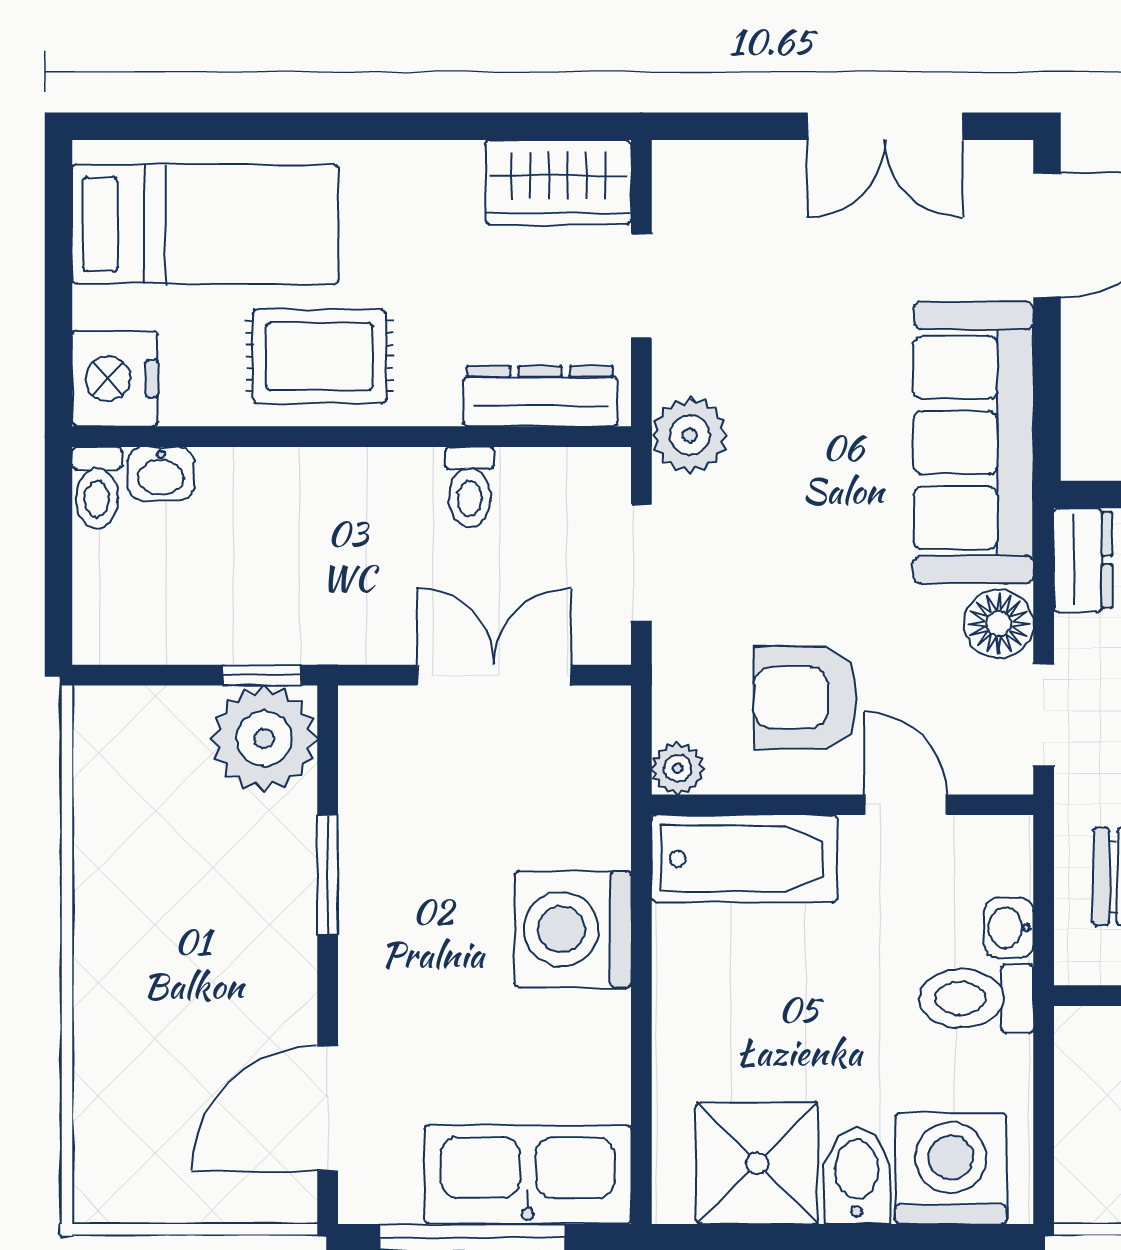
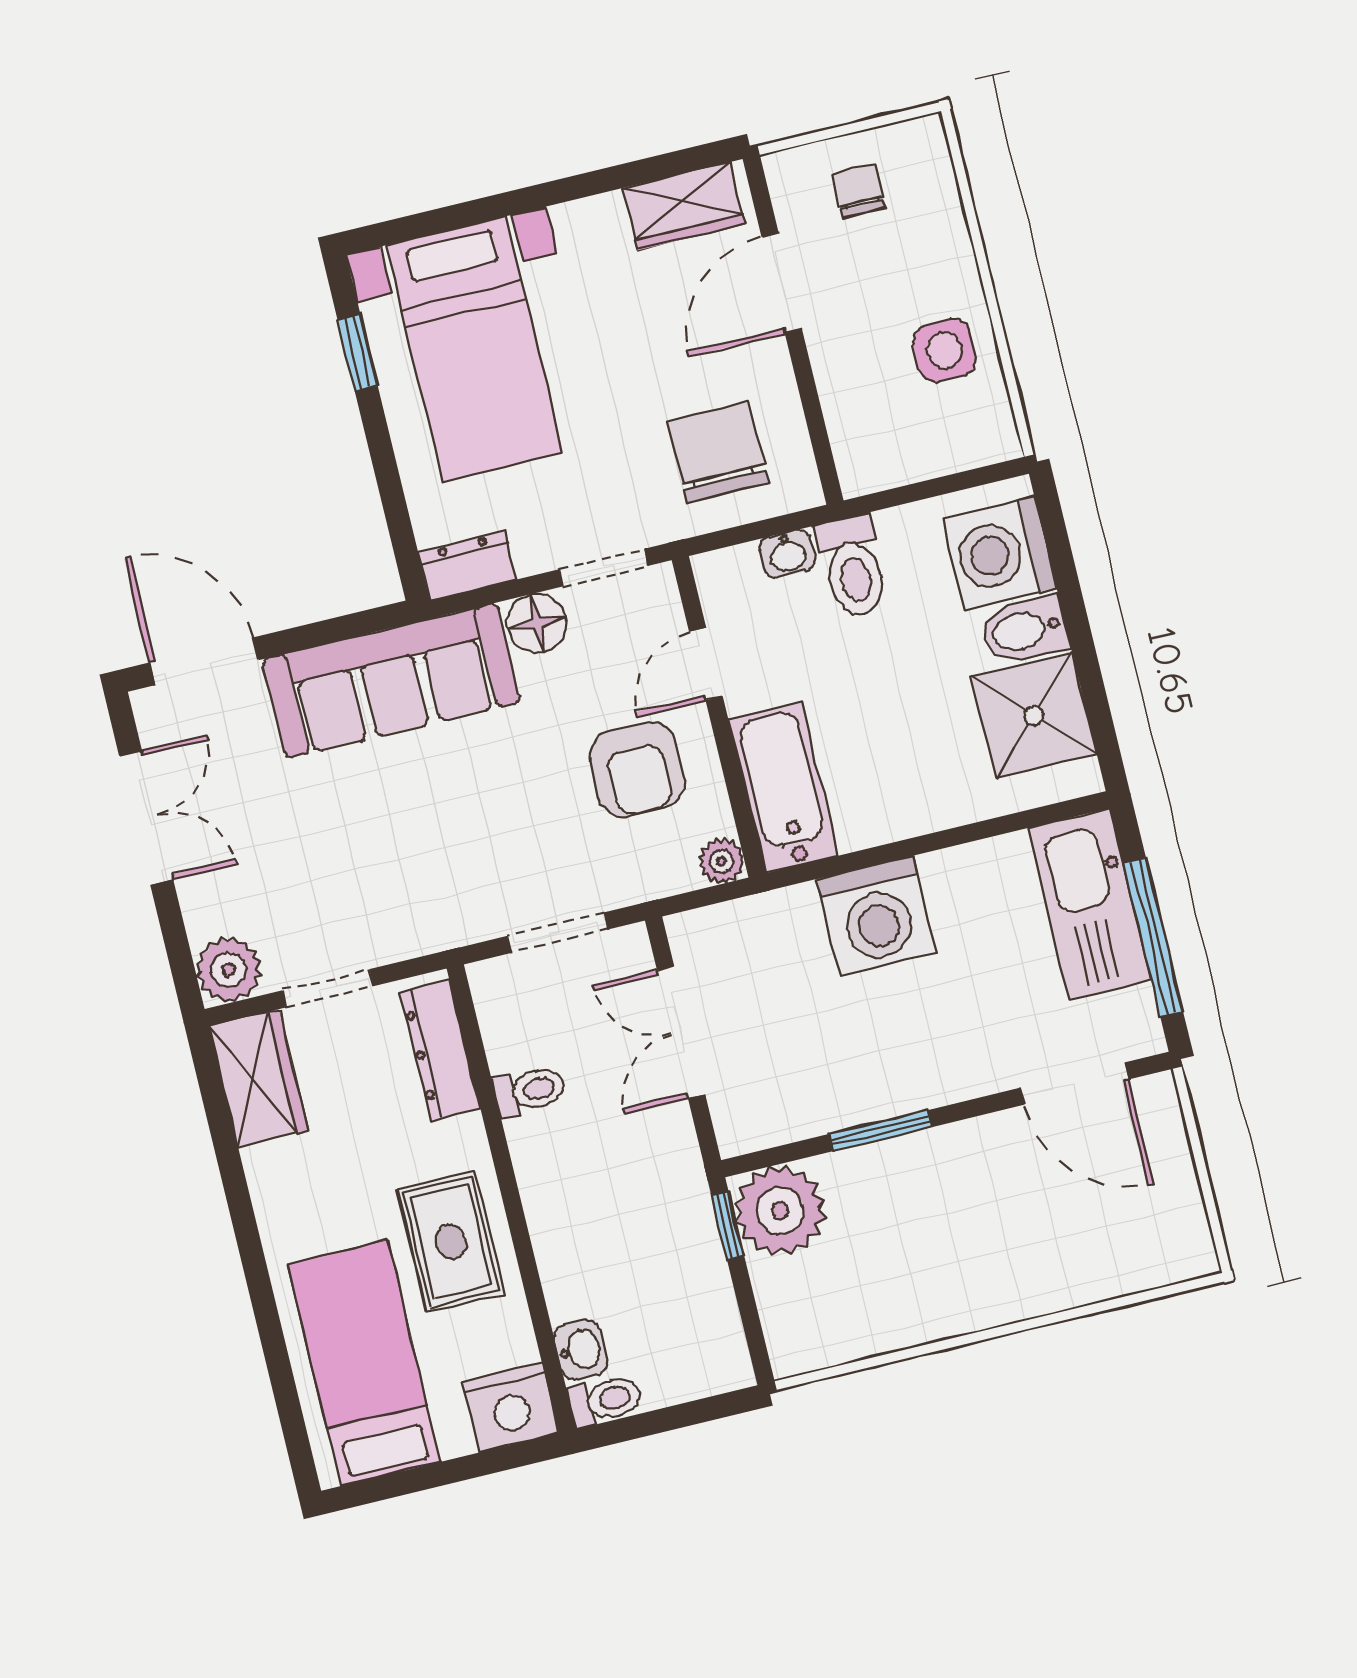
plant: (690, 435) -> (229, 970), moved

